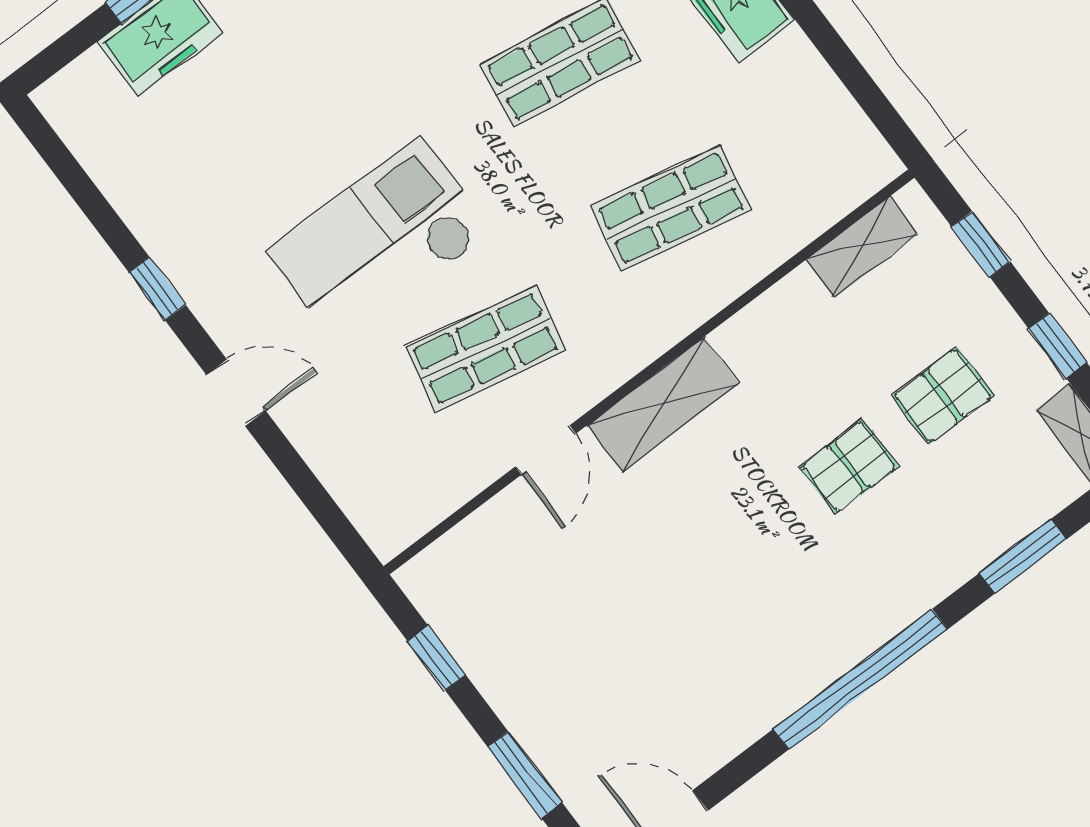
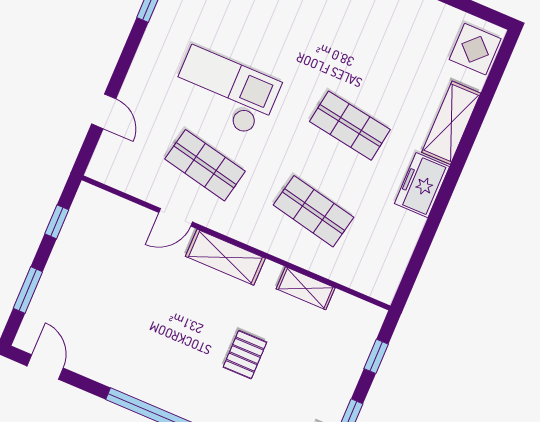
shelving: (862, 247) -> (306, 288), moved
door: (236, 393) -> (104, 111), moved
pallet: (943, 396) -> (300, 378), removed
pallet: (849, 467) -> (245, 355), turned 90

